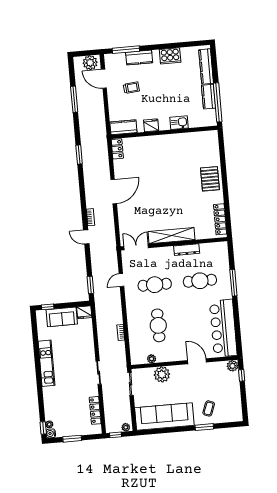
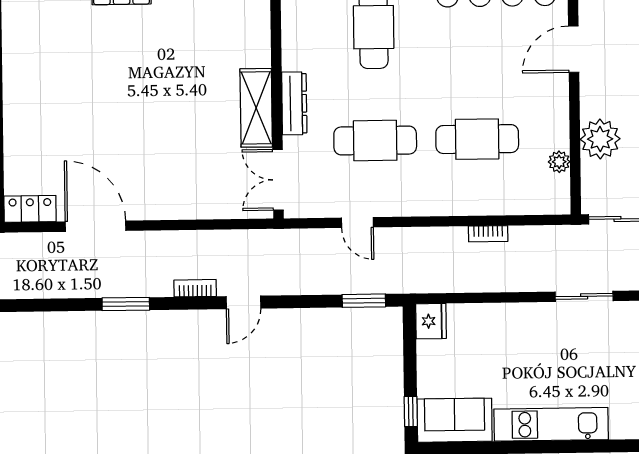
window: (79, 154) -> (126, 304), moved
door: (114, 192) -> (95, 226), moved
shelving: (172, 236) -> (256, 108), width x0.68
dresser: (187, 250) -> (294, 103), moved
cafe table: (155, 285) -> (375, 141), turned 90
sofa: (62, 317) -> (455, 420), moved, turned -90

